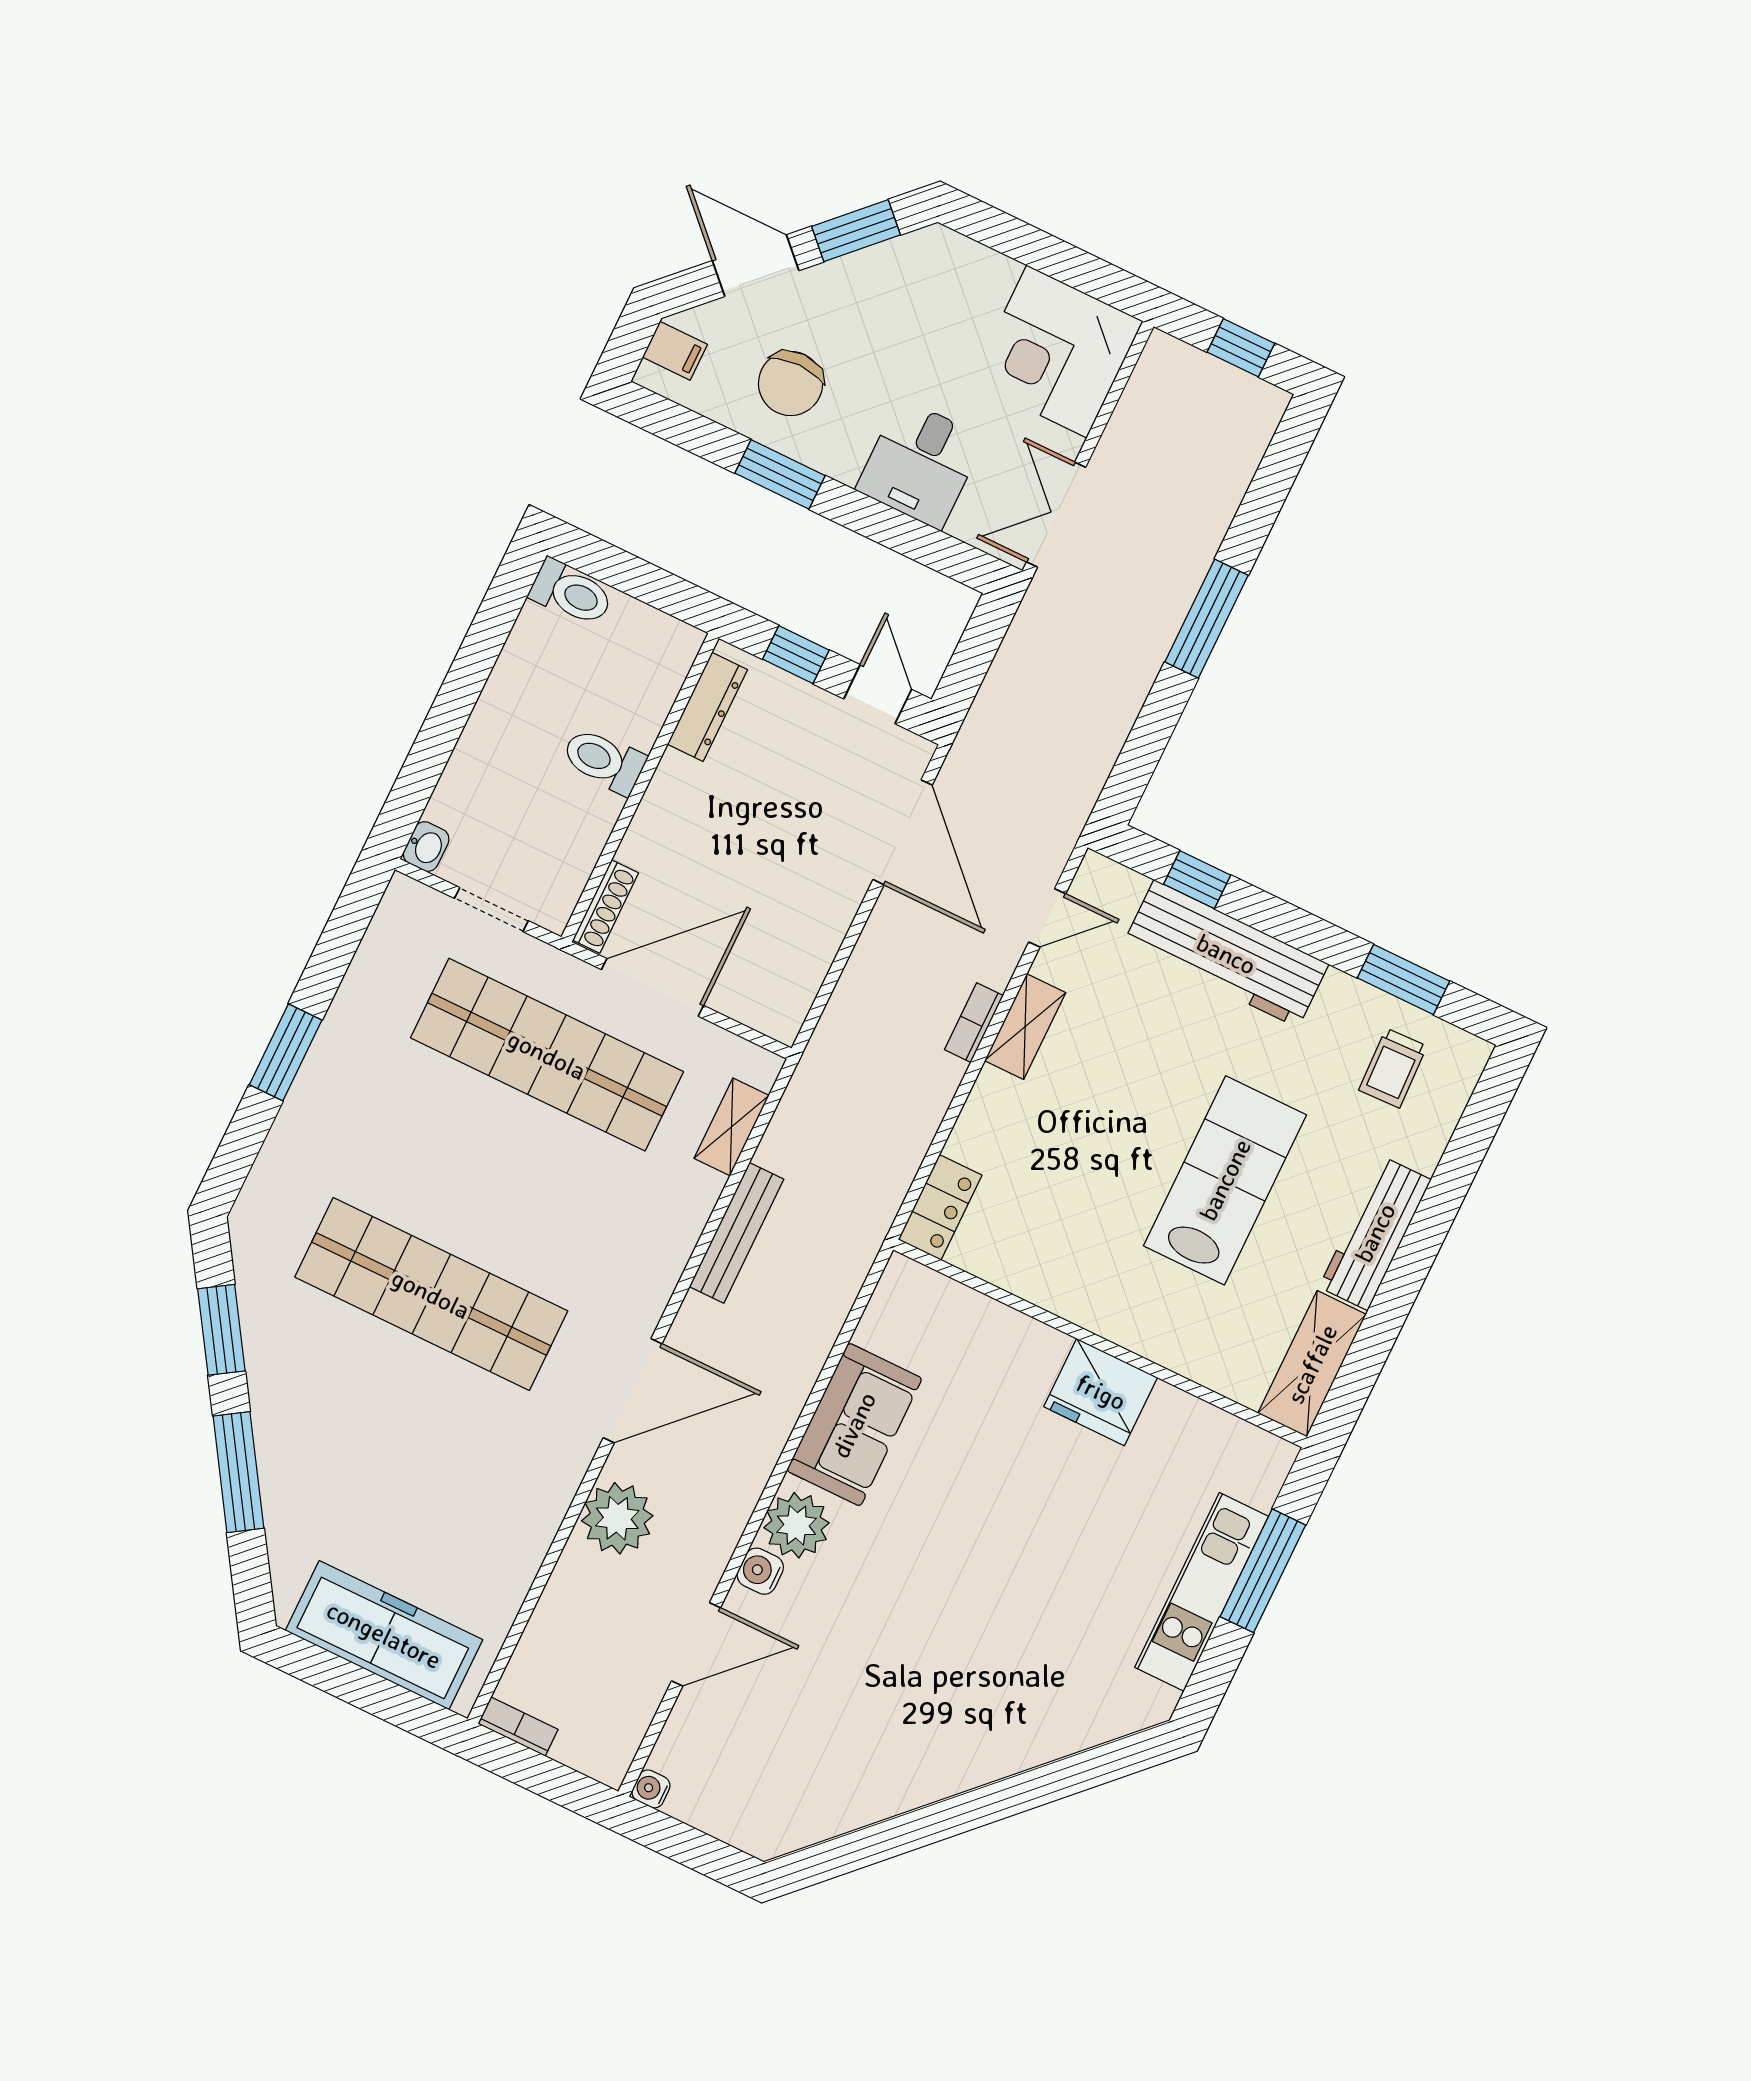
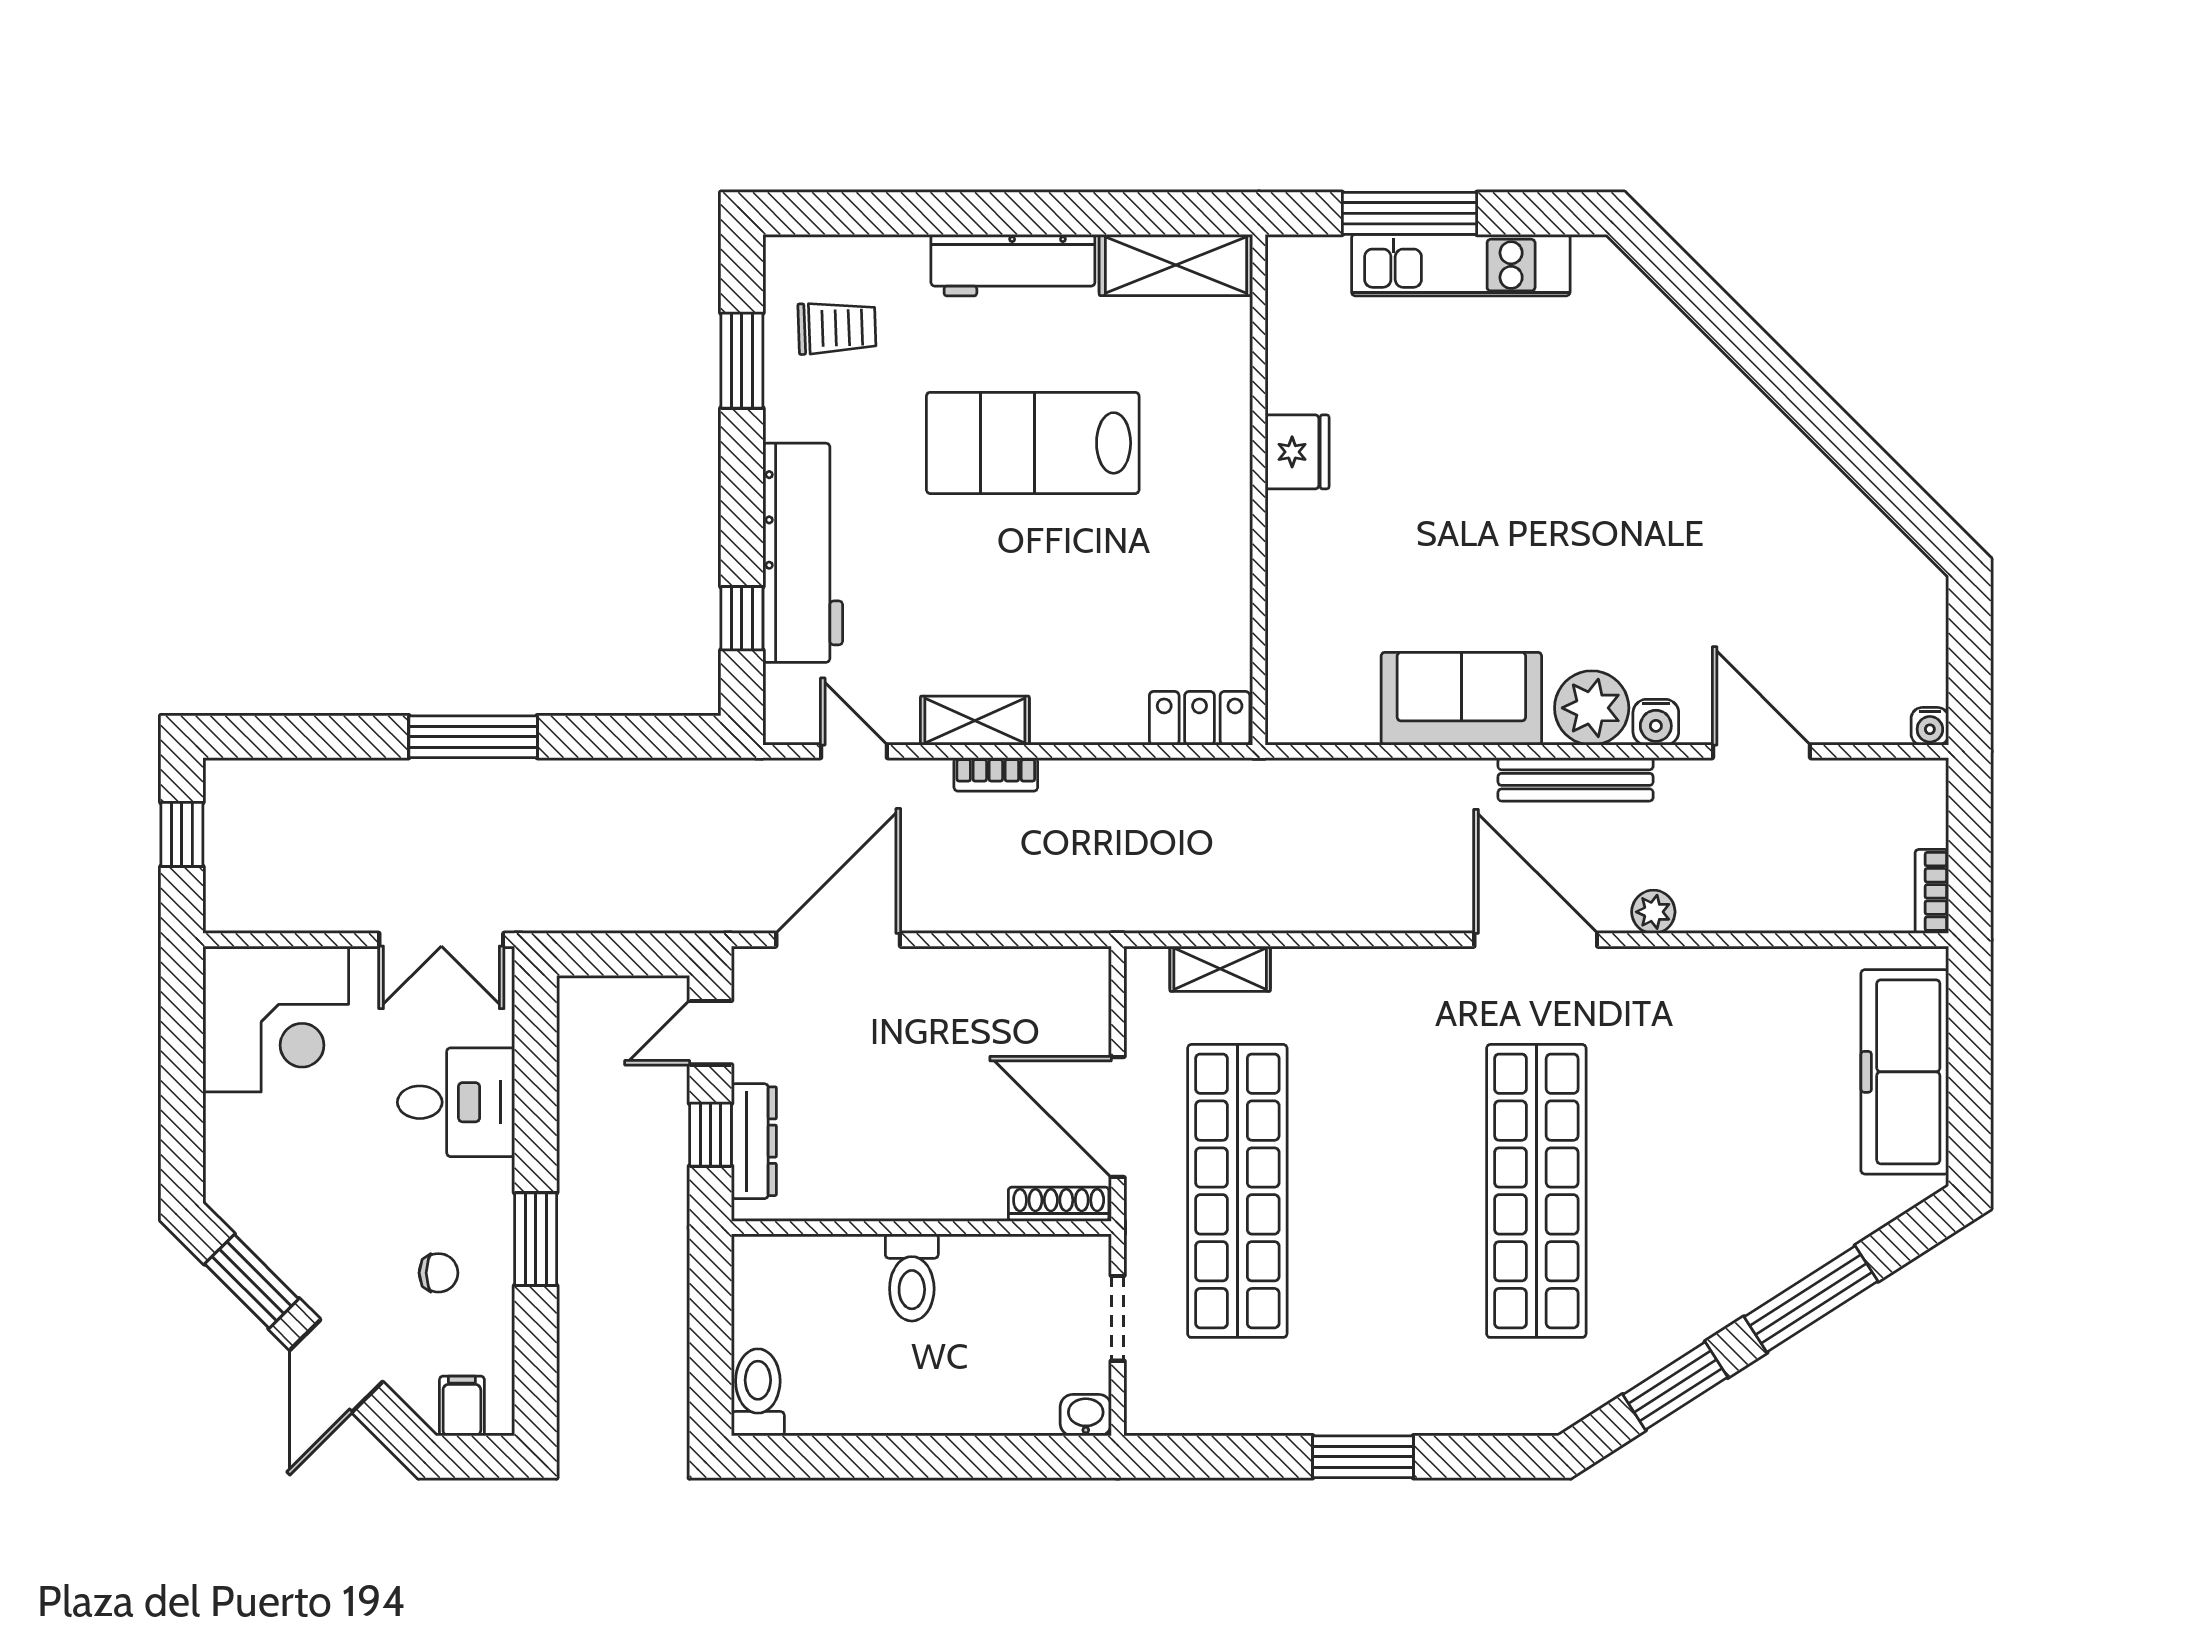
chair: (791, 383) -> (438, 1273), width x0.54, depth x0.54
dresser: (707, 707) -> (754, 1141), moved, turned 90
bench: (737, 1233) -> (1576, 779), moved
fridge: (1101, 1392) -> (1297, 452), width x0.73, depth x0.75
plant: (617, 1518) -> (1653, 912), width x0.53, depth x0.53

